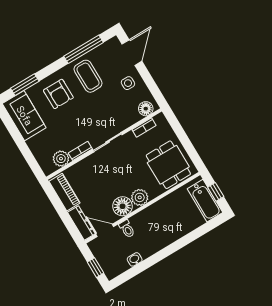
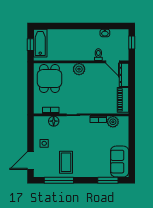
armchair: (58, 94) -> (91, 162), removed
floor lamp: (146, 109) -> (54, 121), moved
floor lamp: (123, 206) -> (93, 70), removed

